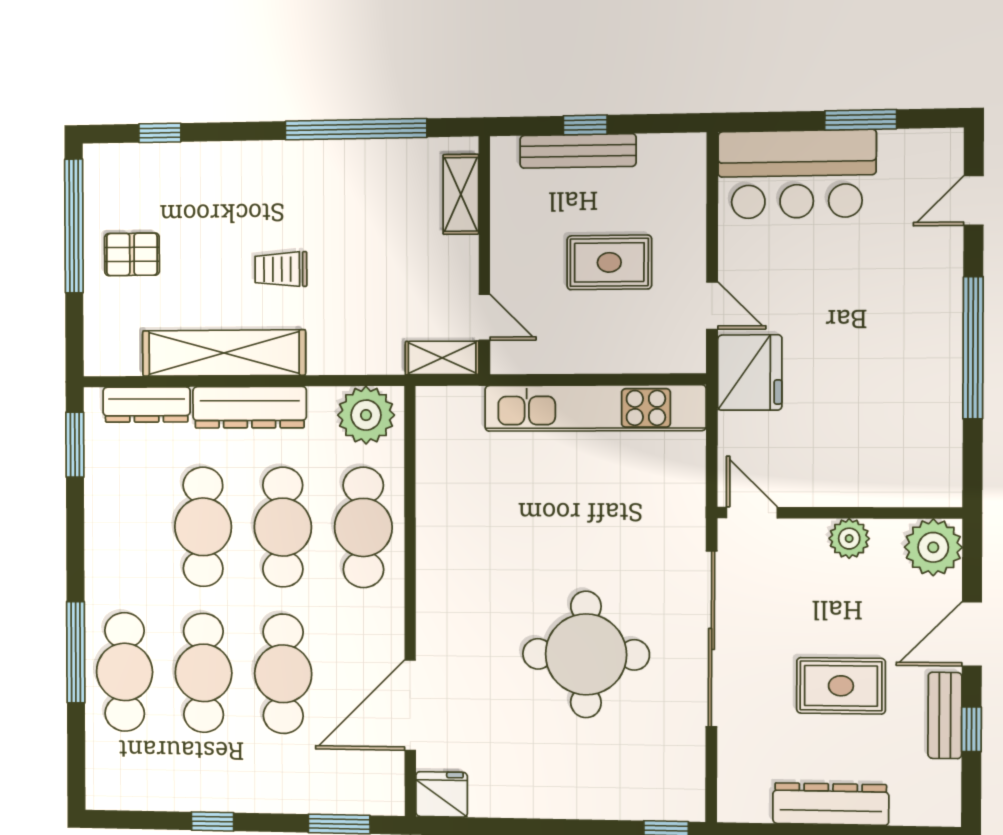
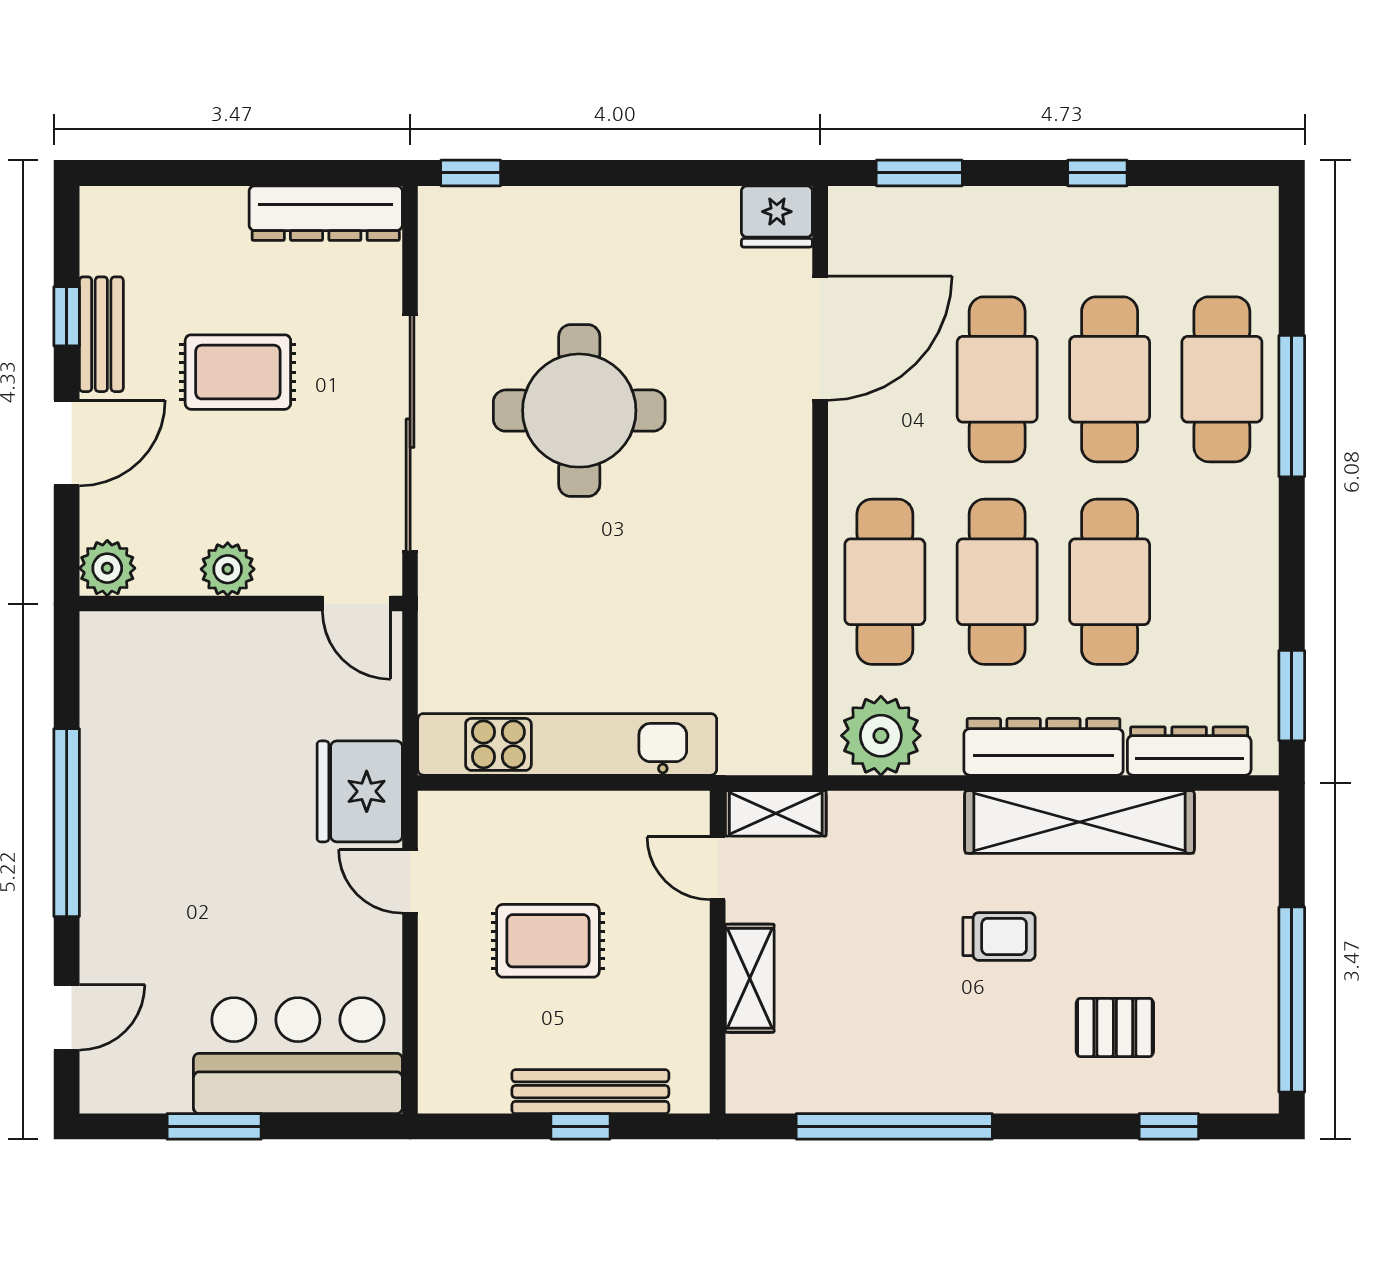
shelving: (461, 194) -> (750, 978), moved
pallet: (132, 254) -> (1115, 1027), moved
plant: (933, 547) -> (107, 568), width x0.73, depth x0.73
dresser: (831, 804) -> (326, 213), moved

